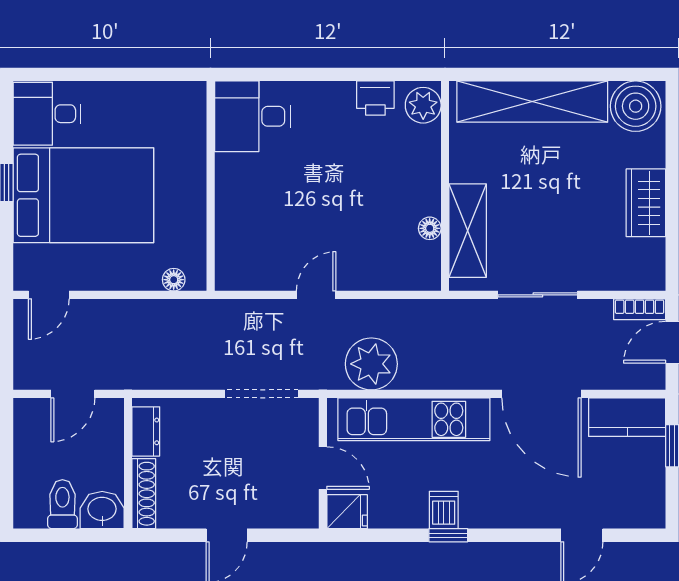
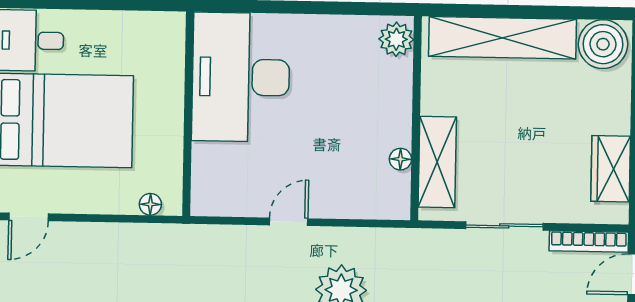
printer: (375, 98) -> (350, 31), removed
desk: (253, 116) -> (241, 77), width x1.87, depth x1.30
wardrobe: (646, 203) -> (611, 169), moved
bookcase: (640, 309) -> (589, 241), width x1.56

